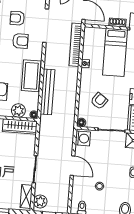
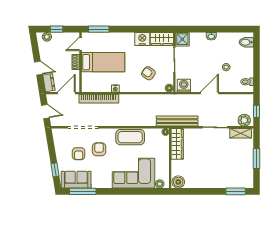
bench: (47, 92) -> (177, 121), moved
plant: (18, 111) -> (163, 146), removed

